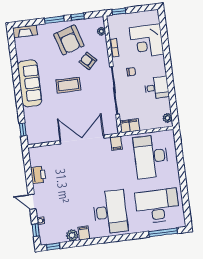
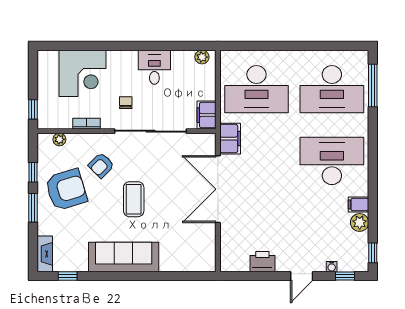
window: (23, 130) -> (68, 276), moved
filing cabinet: (116, 143) -> (230, 139), width x2.00
desk: (157, 206) -> (332, 89), turned -90

